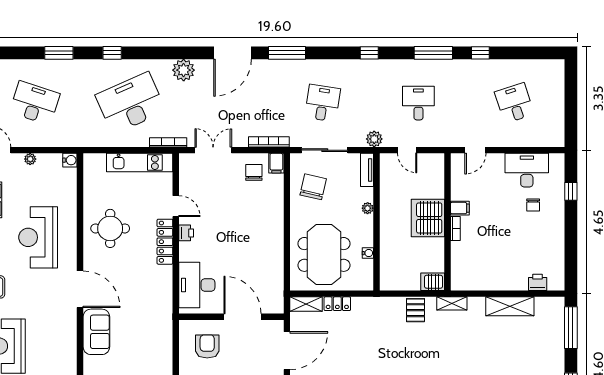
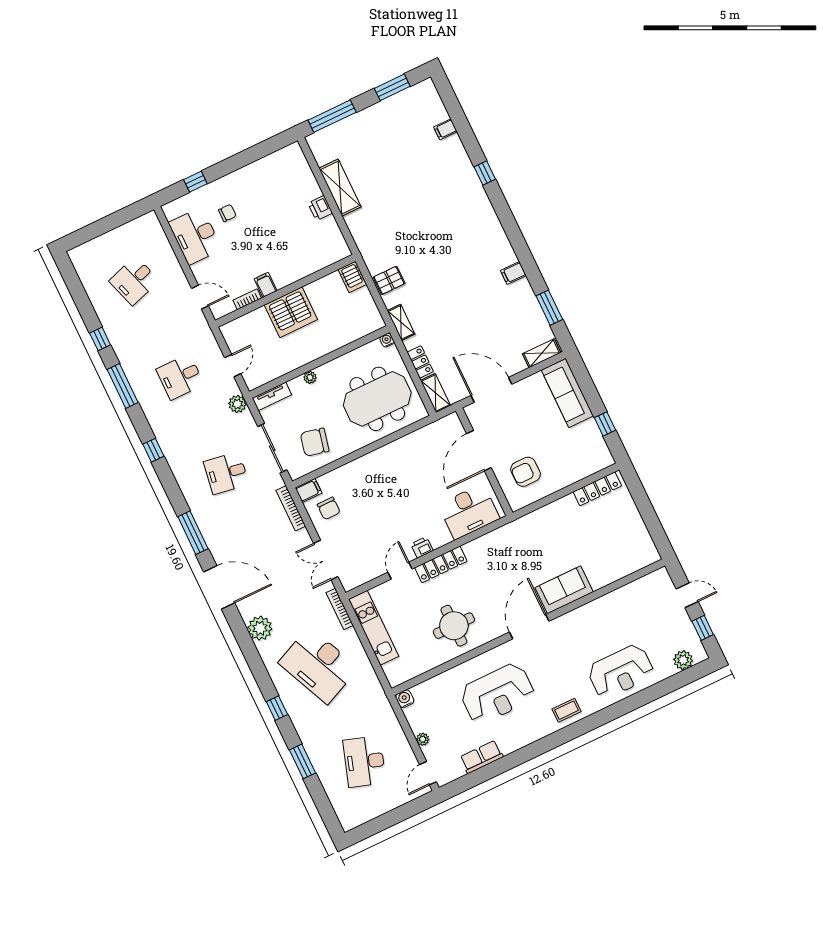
chair: (254, 172) -> (329, 508), turned -90
bookcase: (455, 228) -> (247, 299), moved
water cooler: (368, 253) -> (387, 340), moved
printer: (538, 282) -> (320, 208), moved
shelving: (452, 303) -> (401, 322), moved

